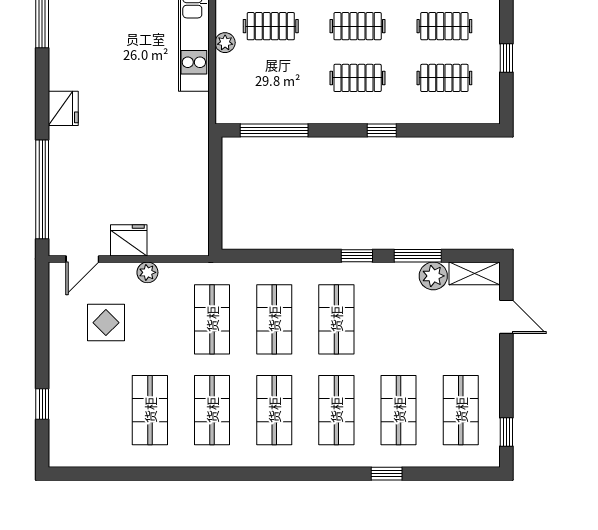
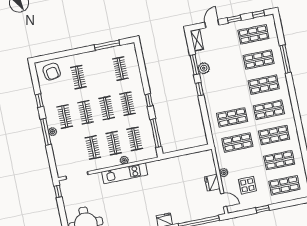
clothes rail: (444, 26) -> (135, 139), moved
window: (506, 58) -> (107, 45), width x2.17
window: (382, 130) -> (149, 100), moved
plant: (433, 276) -> (204, 68), moved
shop shelf: (336, 319) -> (284, 185), moved
window: (506, 372) -> (234, 19), added
window: (42, 404) -> (263, 209), moved
window: (387, 474) -> (285, 59), width x2.17

